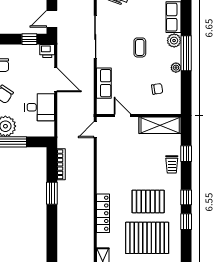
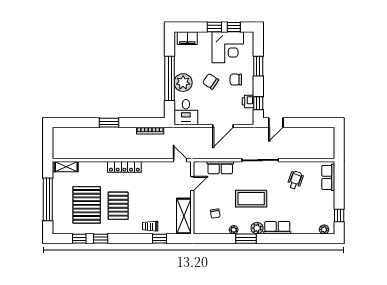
door: (52, 19) -> (276, 123), swing flipped
coffee table: (140, 47) -> (251, 199), width x1.86, depth x1.72
printer: (47, 51) -> (248, 101), moved
window: (186, 53) -> (246, 239), width x0.69
desk: (40, 107) -> (186, 112), moved
window: (52, 193) -> (109, 123), moved
window: (186, 197) -> (79, 239), moved
locker: (103, 213) -> (124, 167), moved

